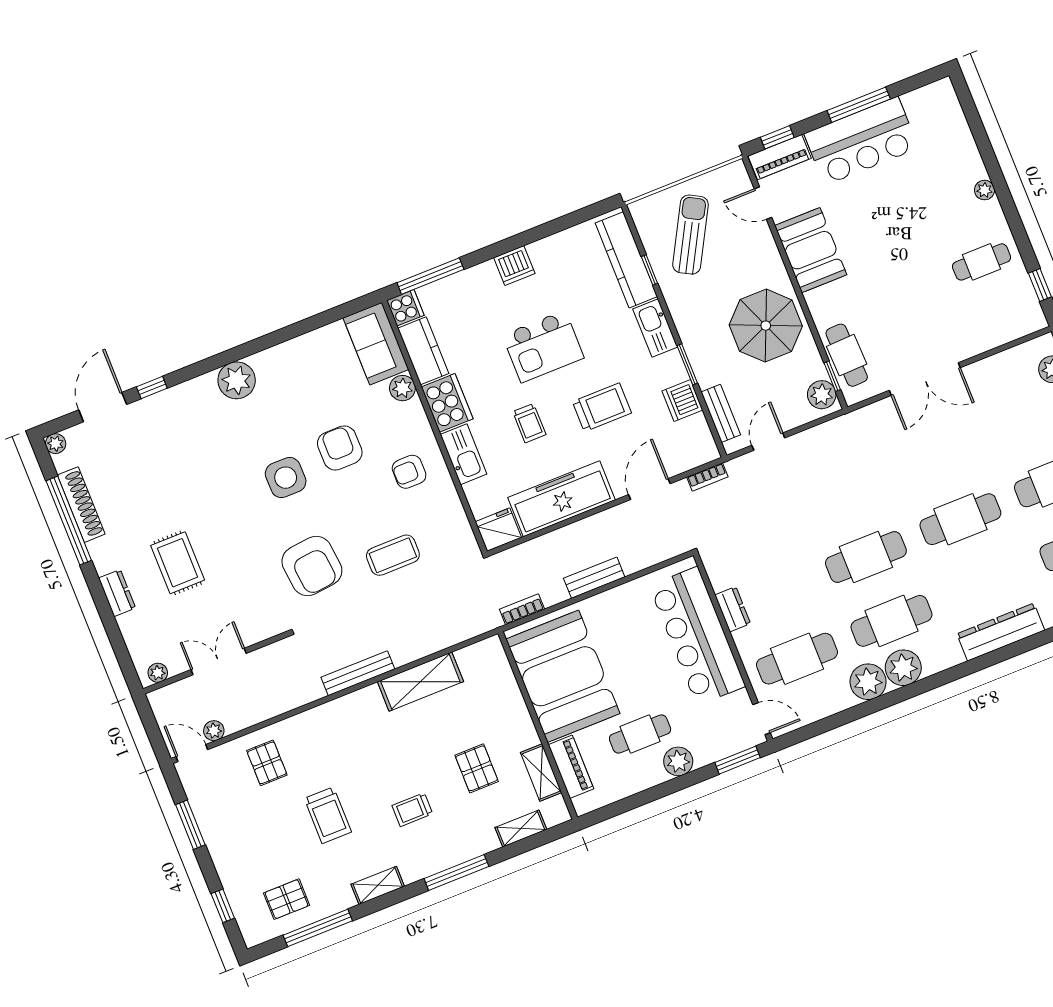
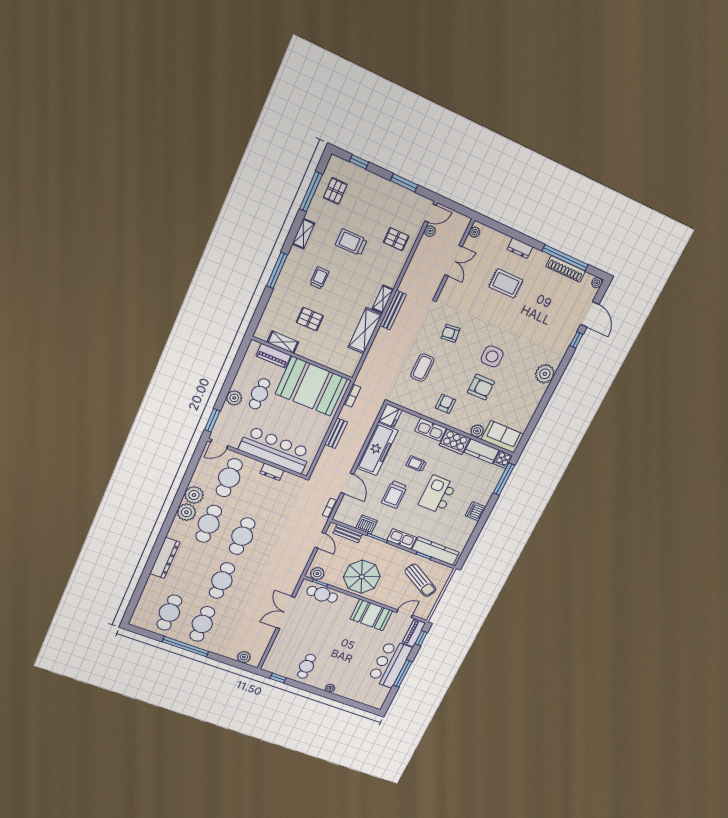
armchair: (312, 566) -> (450, 333), width x0.53, depth x0.53
shelving: (521, 828) -> (383, 299), moved

